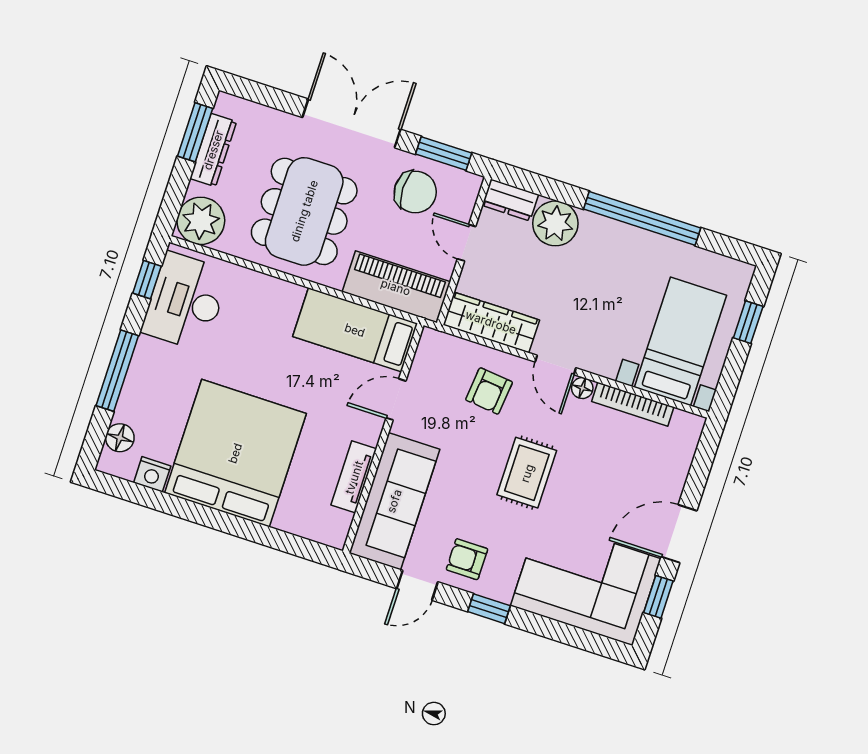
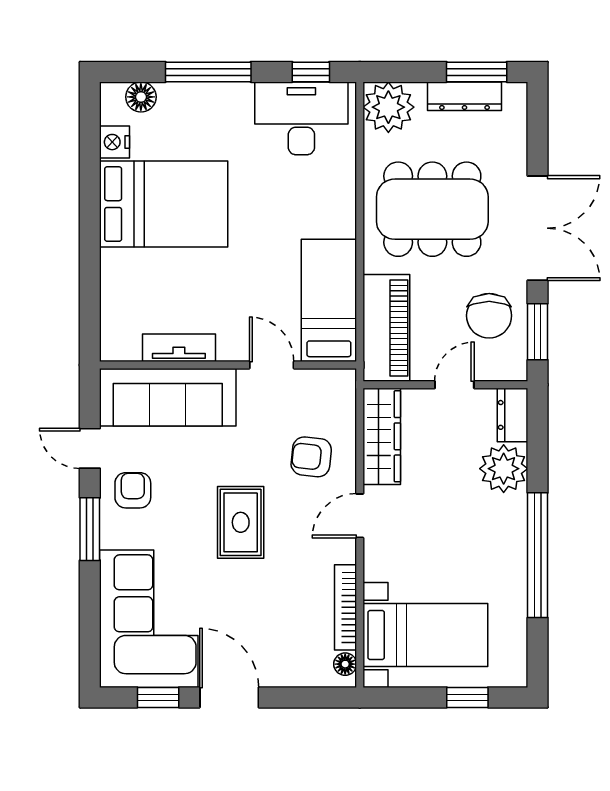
floor lamp: (582, 388) -> (345, 664), moved
bed: (235, 453) -> (164, 204), width x0.73
rug: (527, 473) -> (241, 522), turned 90
window: (489, 609) -> (90, 529), width x1.50

